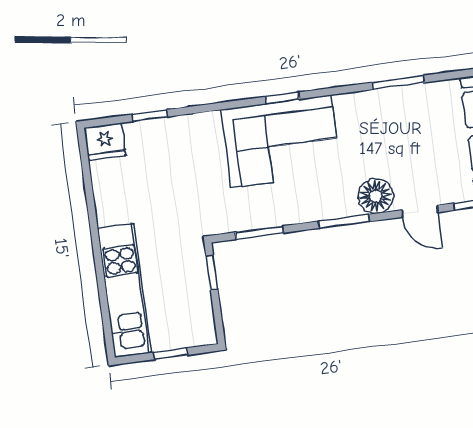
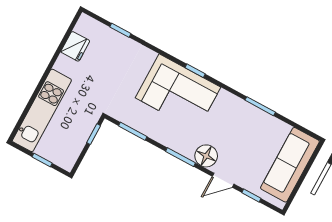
fridge: (105, 141) -> (75, 46), moved, turned -90
door: (420, 211) -> (223, 180), hinge flipped

